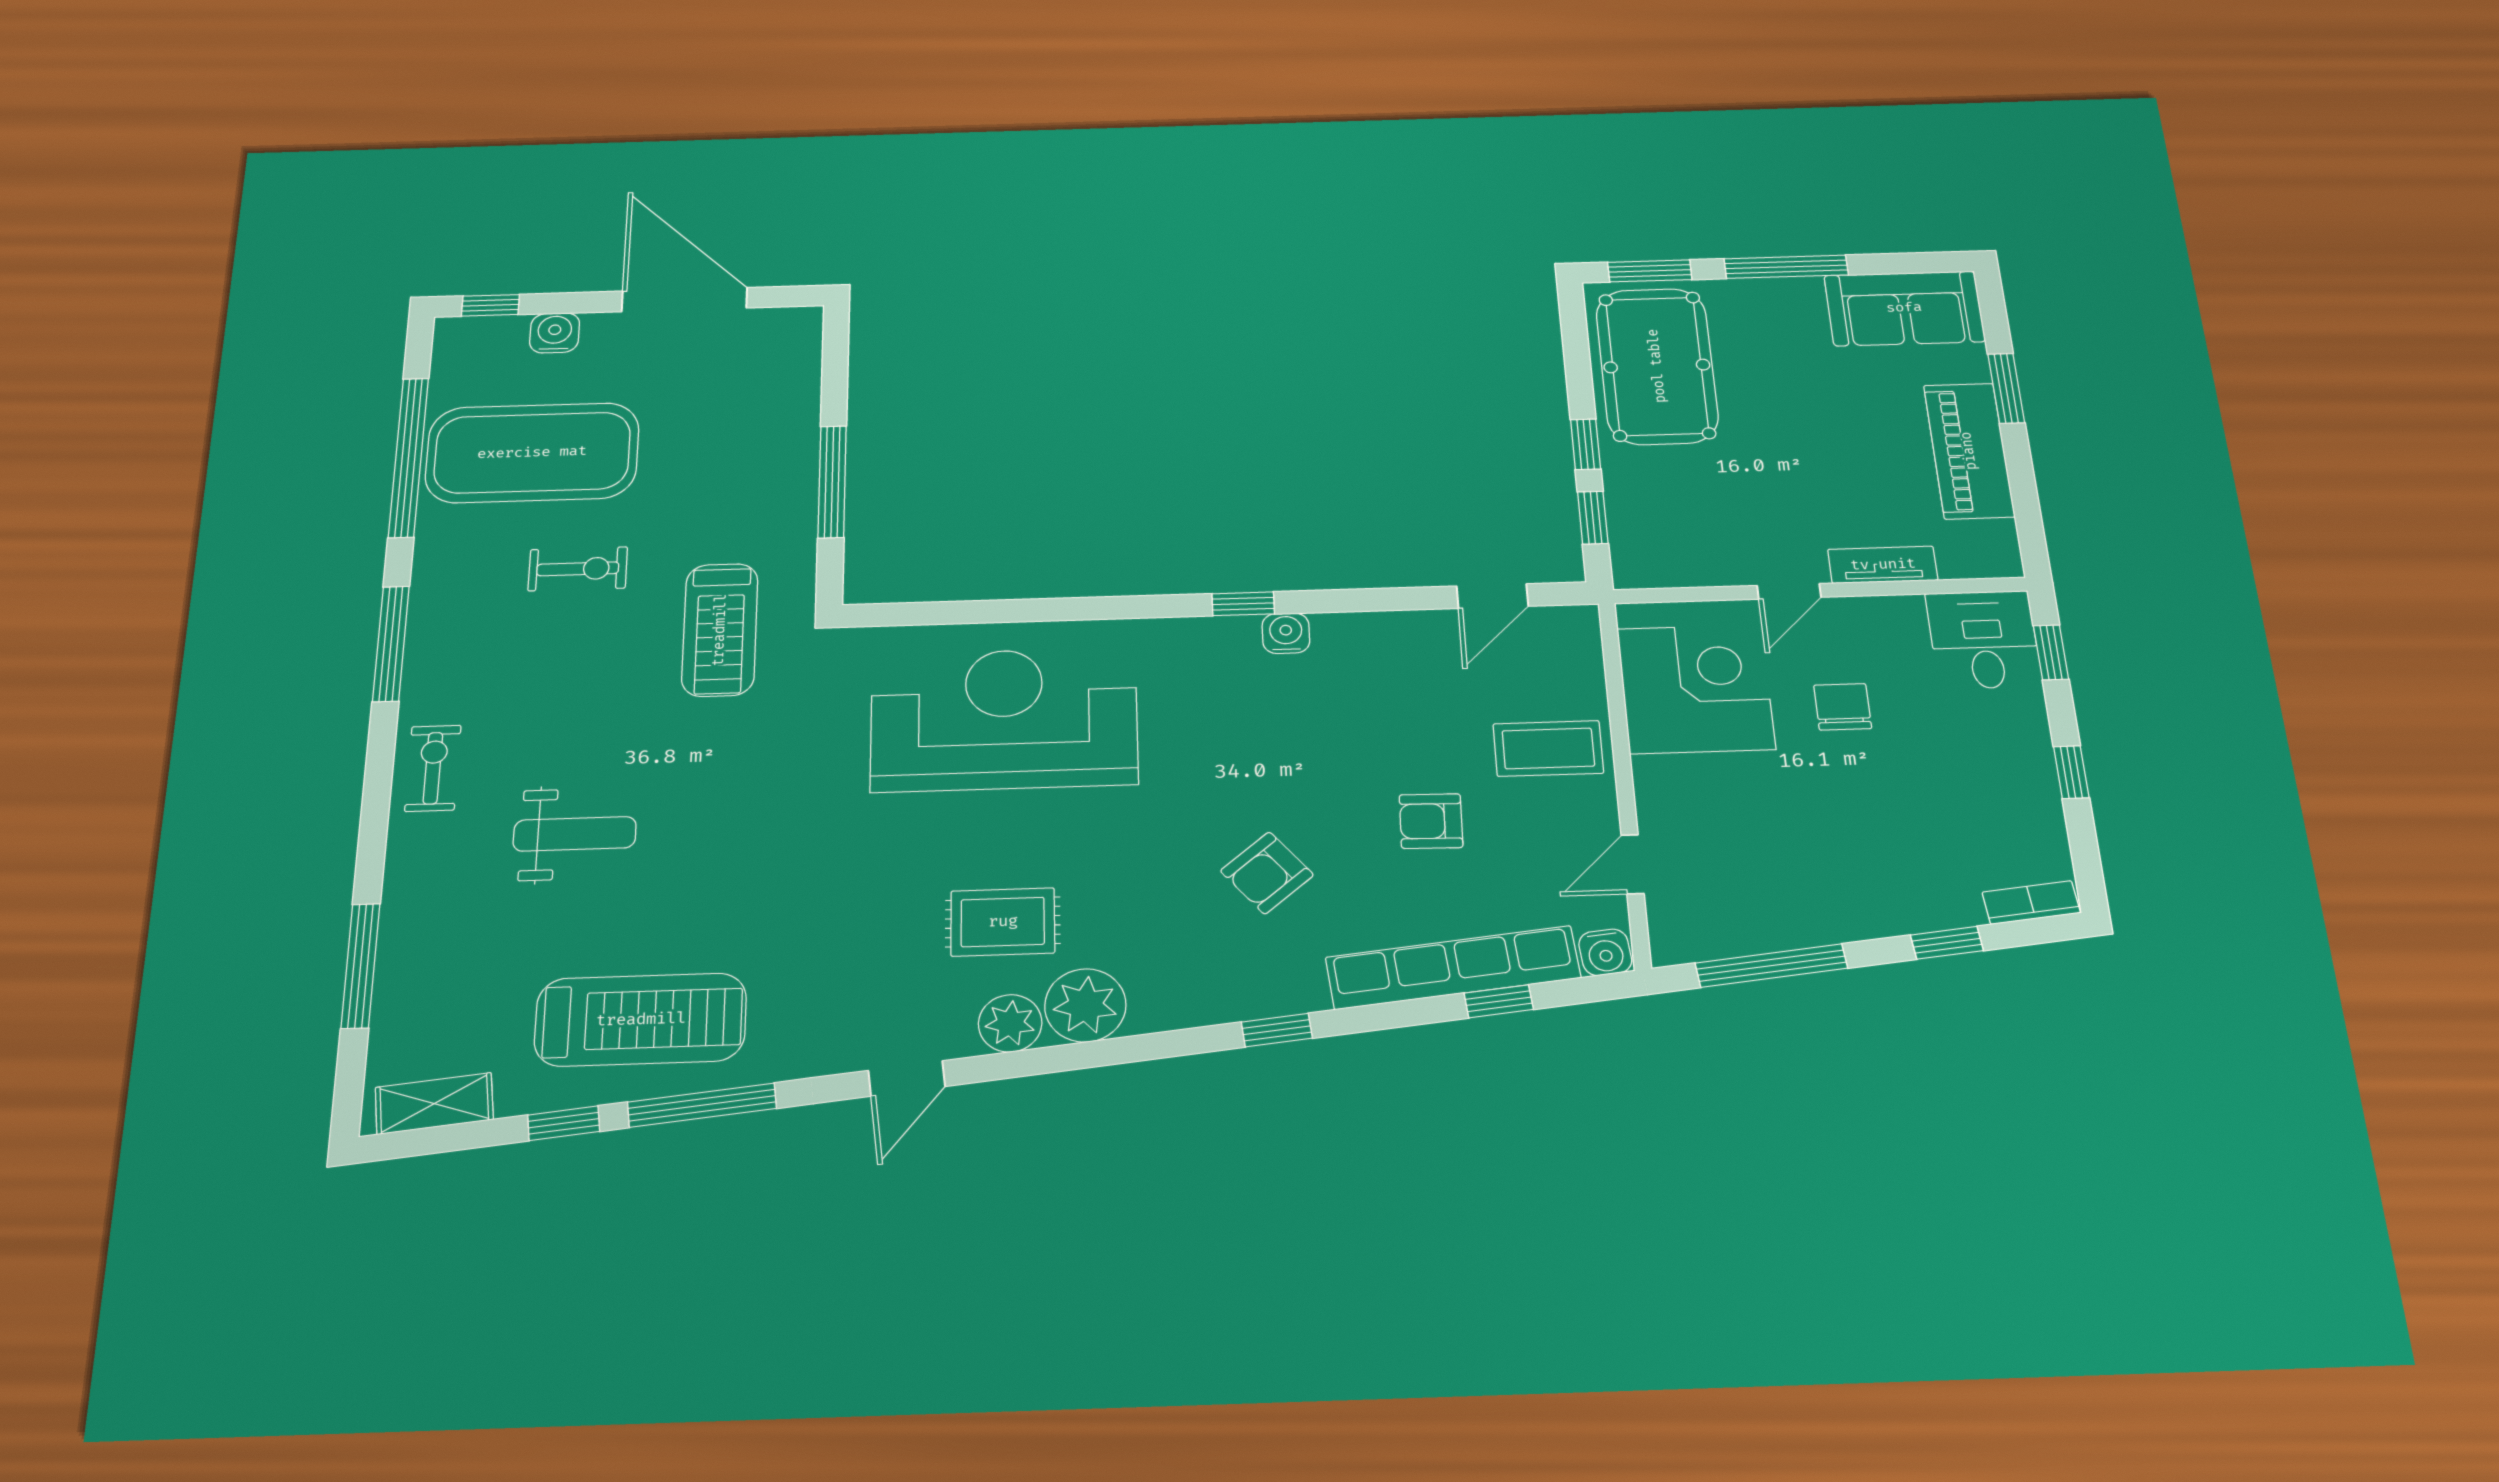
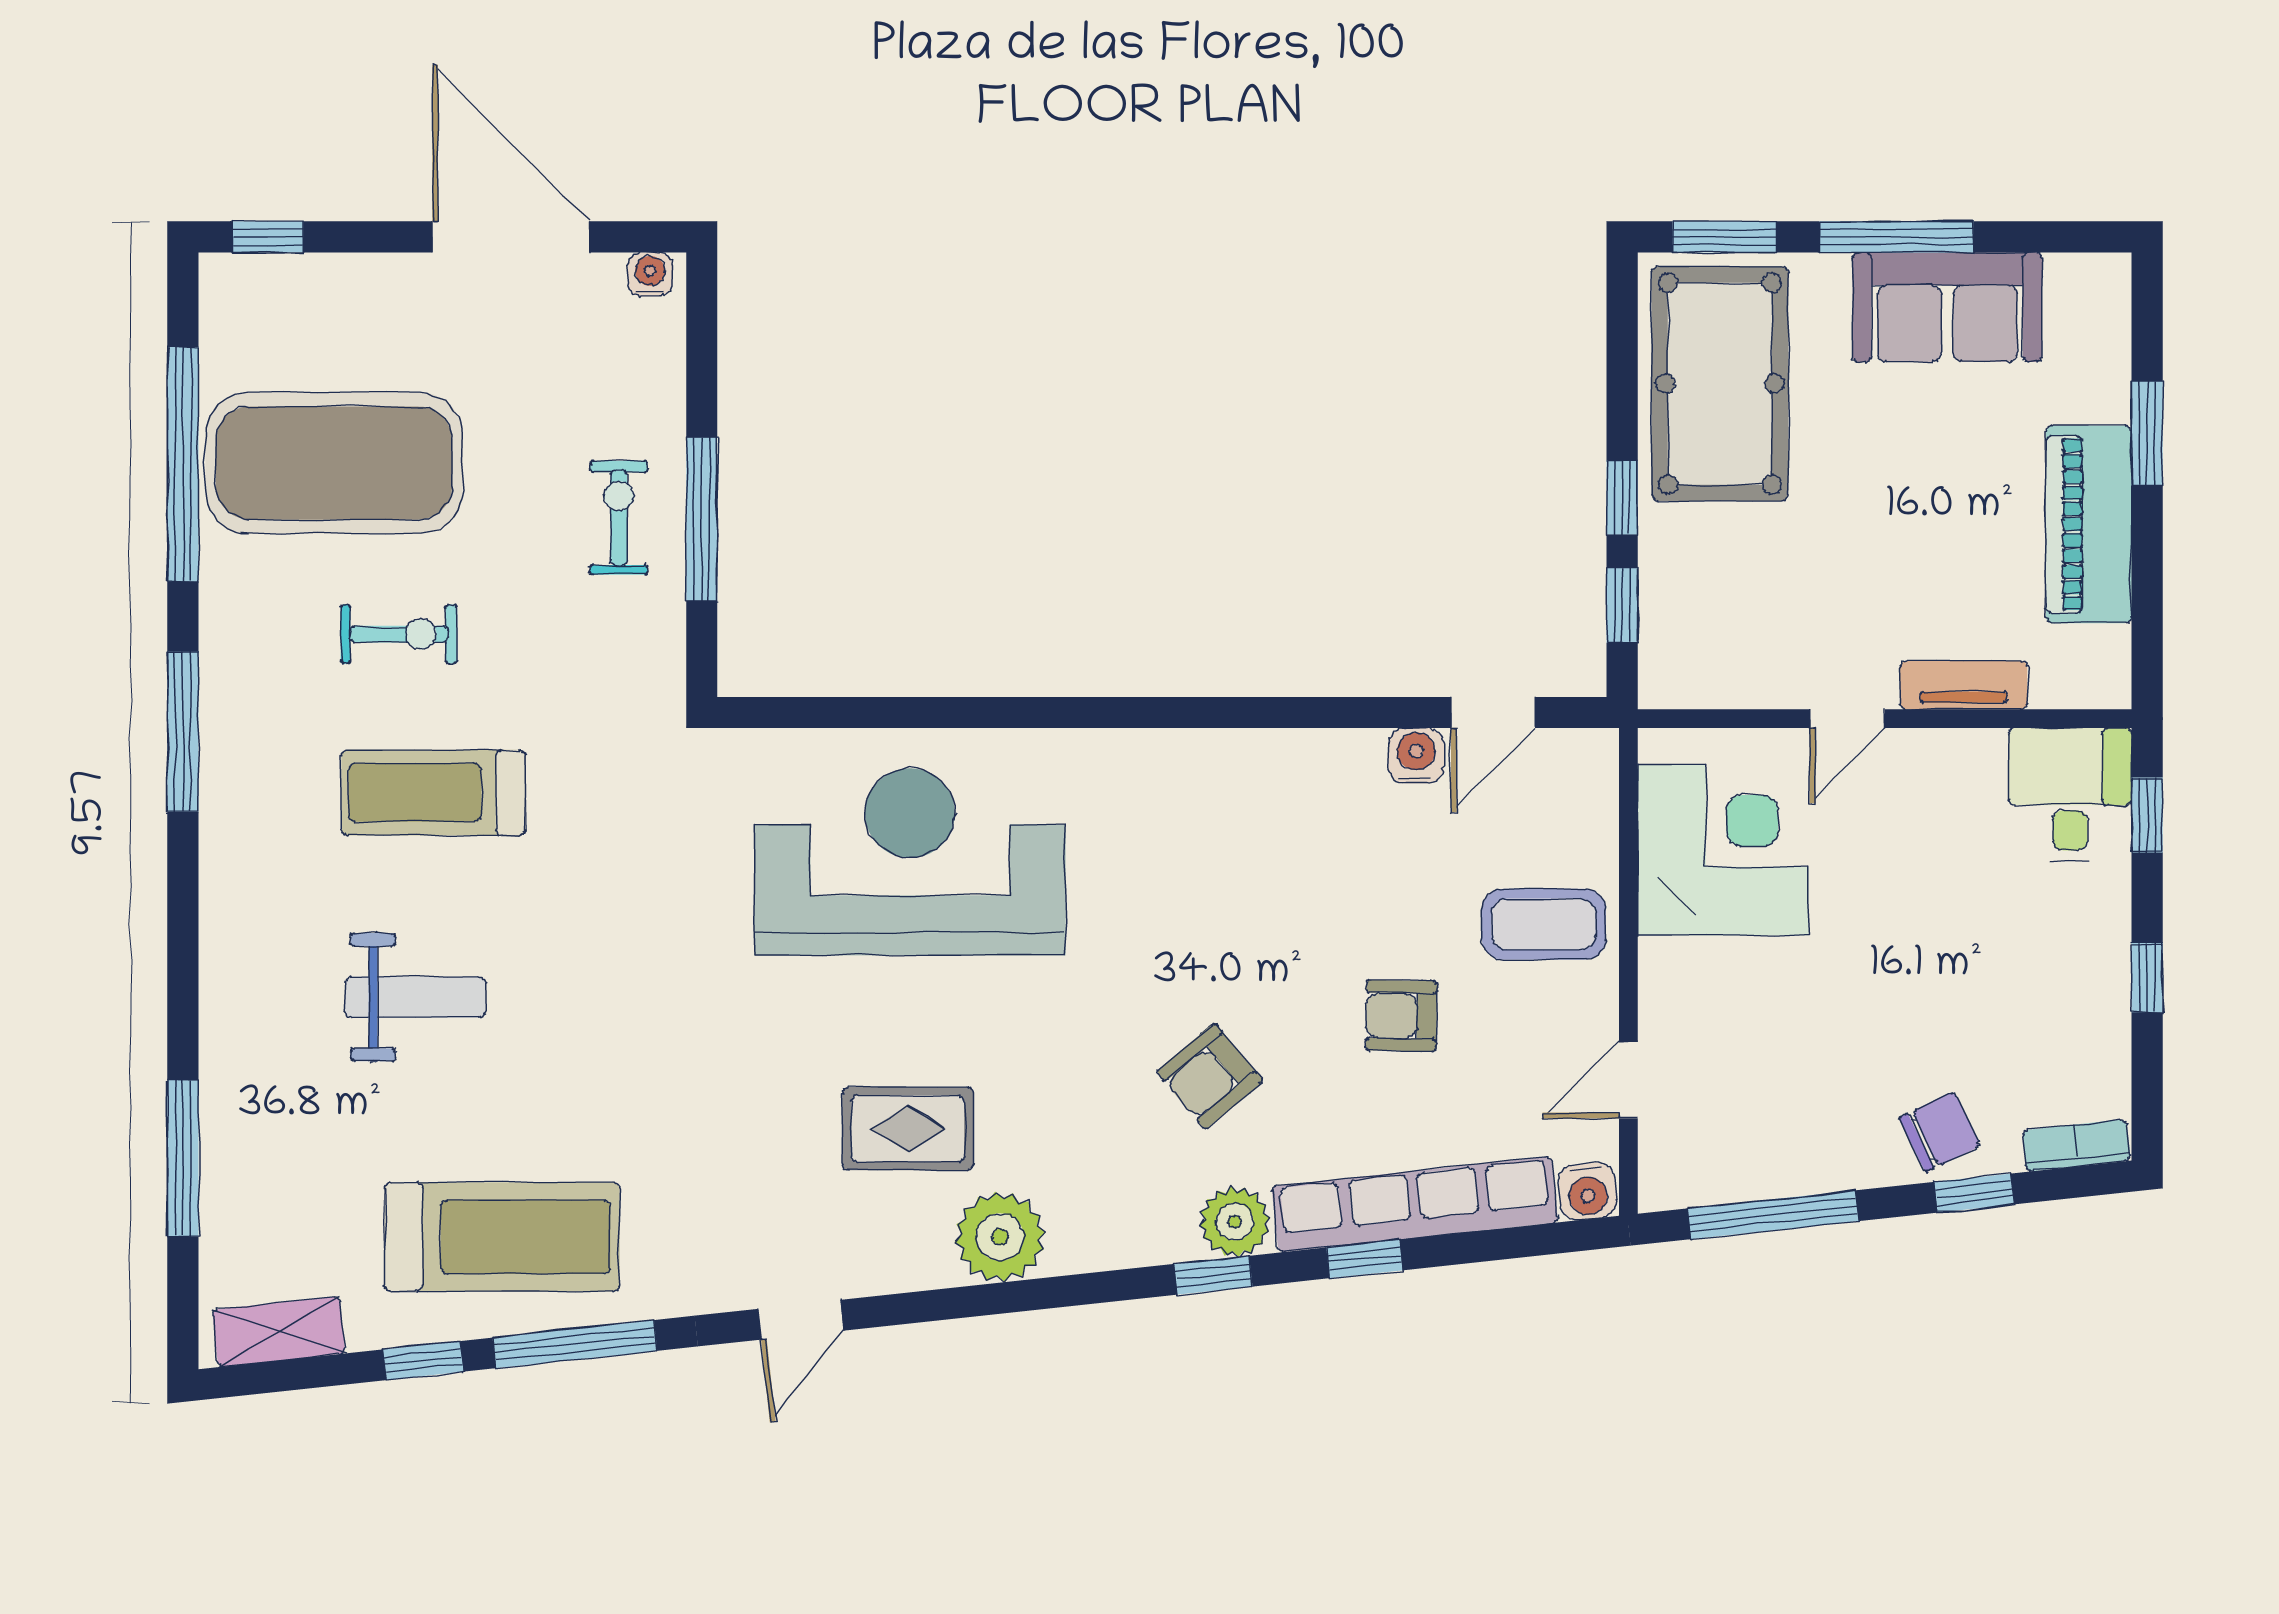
sofa: (1904, 308) -> (1947, 307), moved
water cooler: (555, 333) -> (650, 274), moved, width x0.72, depth x0.72
window: (1243, 604) -> (1196, 713), removed
treadmill: (720, 630) -> (433, 793), moved, turned 90
water cooler: (1286, 633) -> (1416, 756), moved
chair: (1843, 707) -> (1940, 1132), moved, turned 64
exercise bike: (433, 768) -> (619, 518), moved
window: (1499, 1001) -> (1364, 1259), moved
plant: (1010, 1023) -> (1235, 1222), moved

